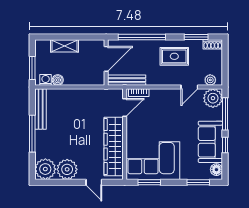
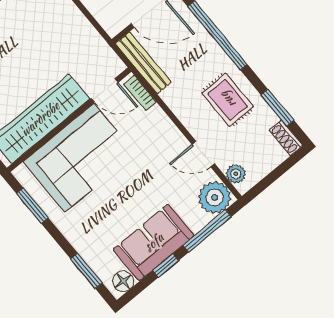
corner sofa: (153, 161) -> (79, 158), moved, turned 90

